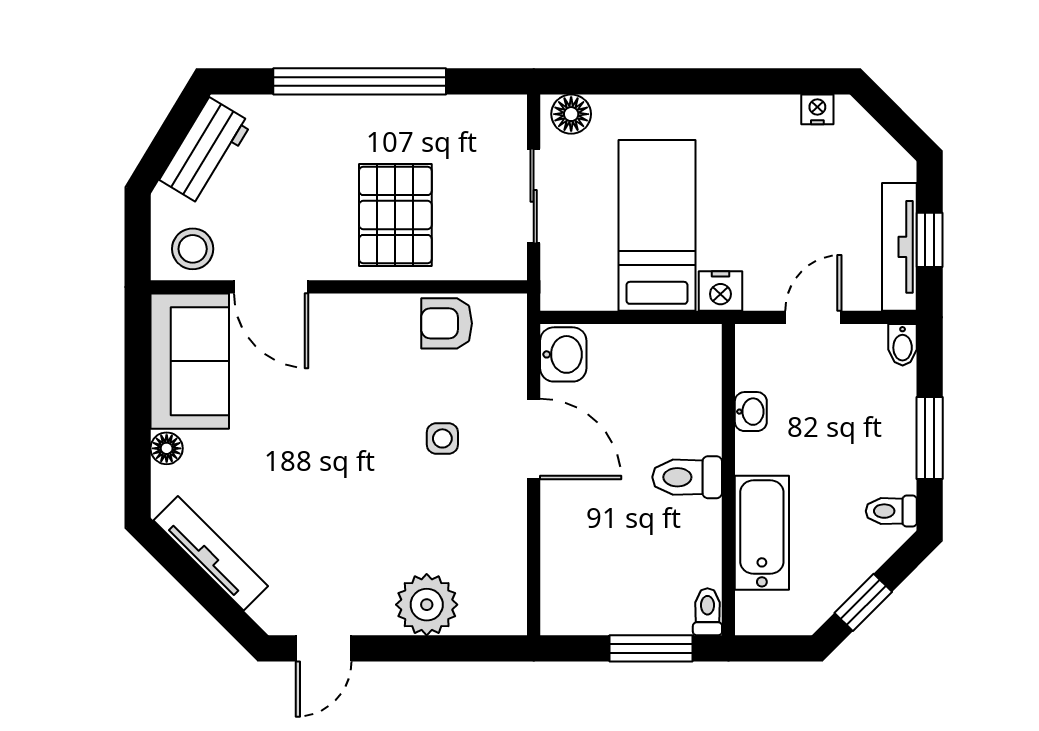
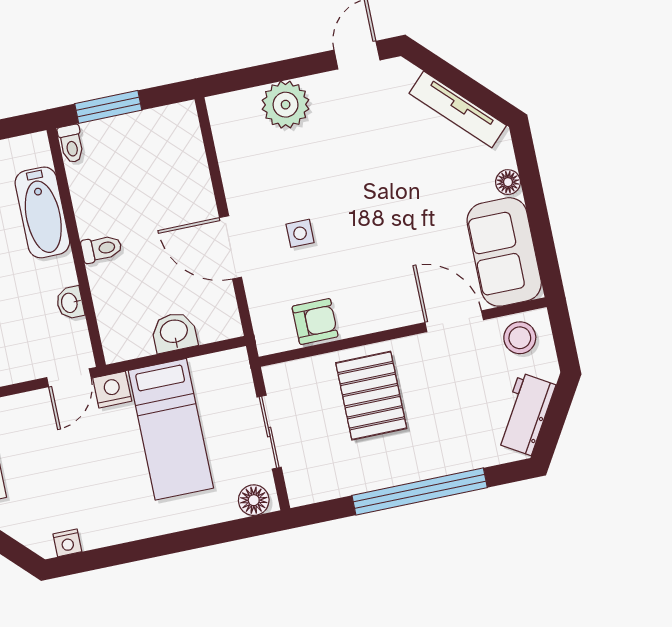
door: (813, 317) -> (69, 378), moved
washbasin: (563, 354) -> (174, 332), moved, turned 90
toilet: (687, 477) -> (102, 249), width x0.73, depth x0.72

